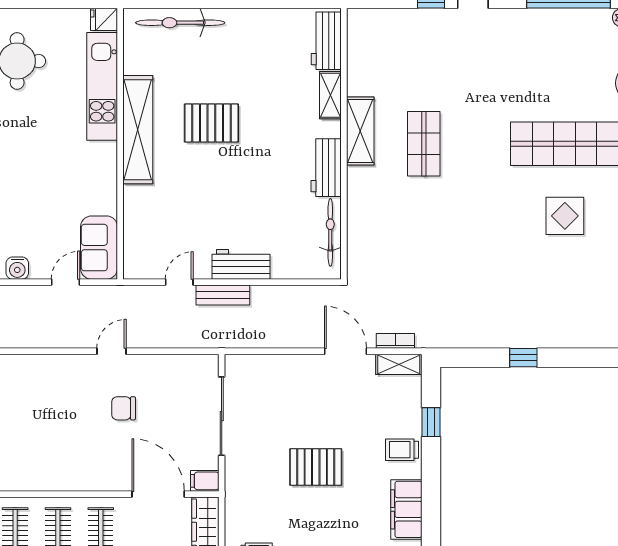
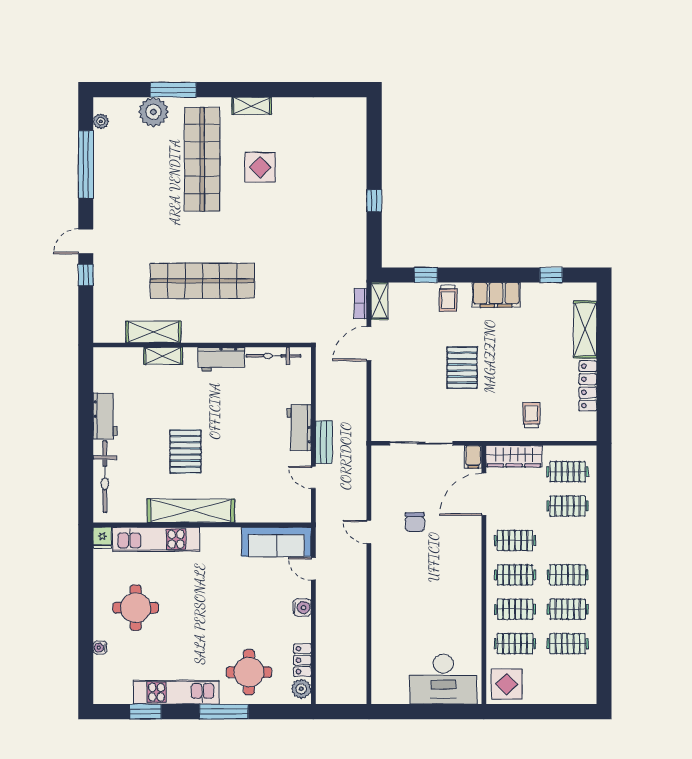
workbench: (326, 41) -> (105, 416), moved, turned -90
shelving: (360, 131) -> (153, 332), moved
shop shelf: (424, 144) -> (202, 281), width x2.00, depth x1.36
sofa: (99, 248) -> (276, 542), width x1.36

